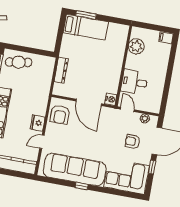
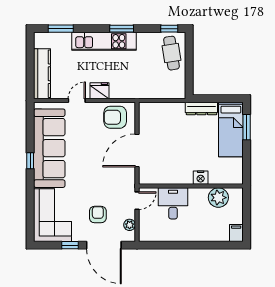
dresser: (61, 70) -> (201, 108), moved
nightstand: (111, 99) -> (201, 178), moved
door: (42, 142) -> (77, 101), hinge flipped

